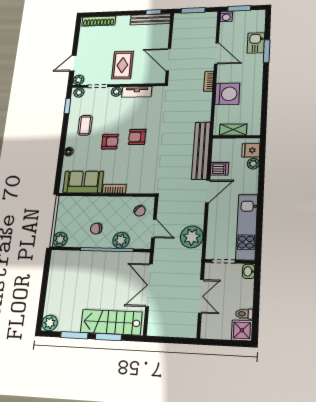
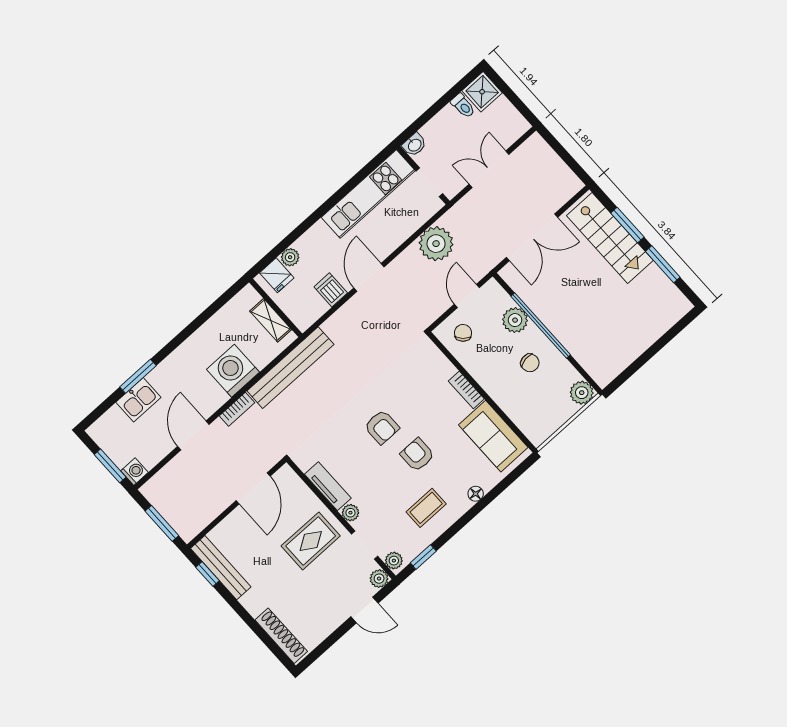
bench: (201, 151) -> (290, 368), moved
door: (208, 191) -> (369, 277), hinge flipped
plant: (50, 323) -> (678, 306), removed

